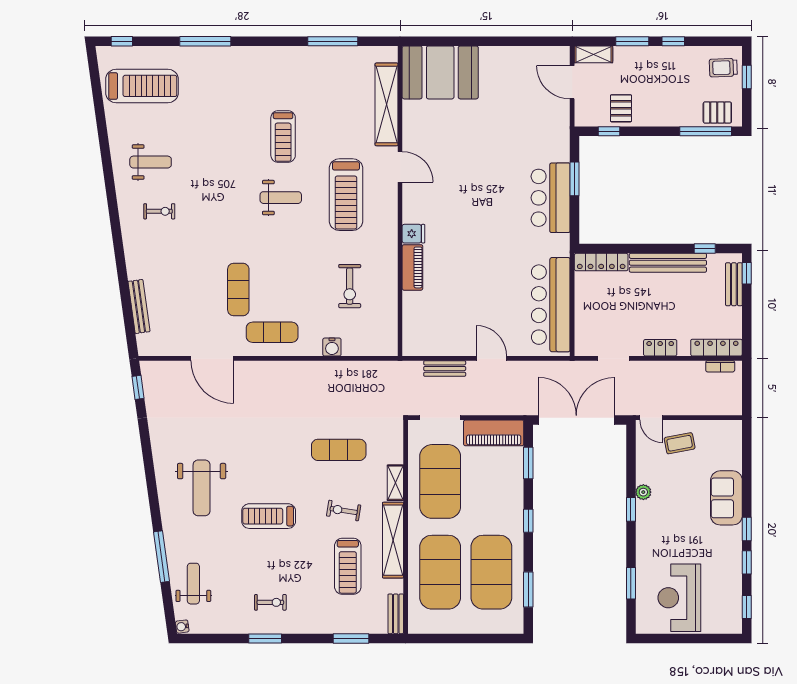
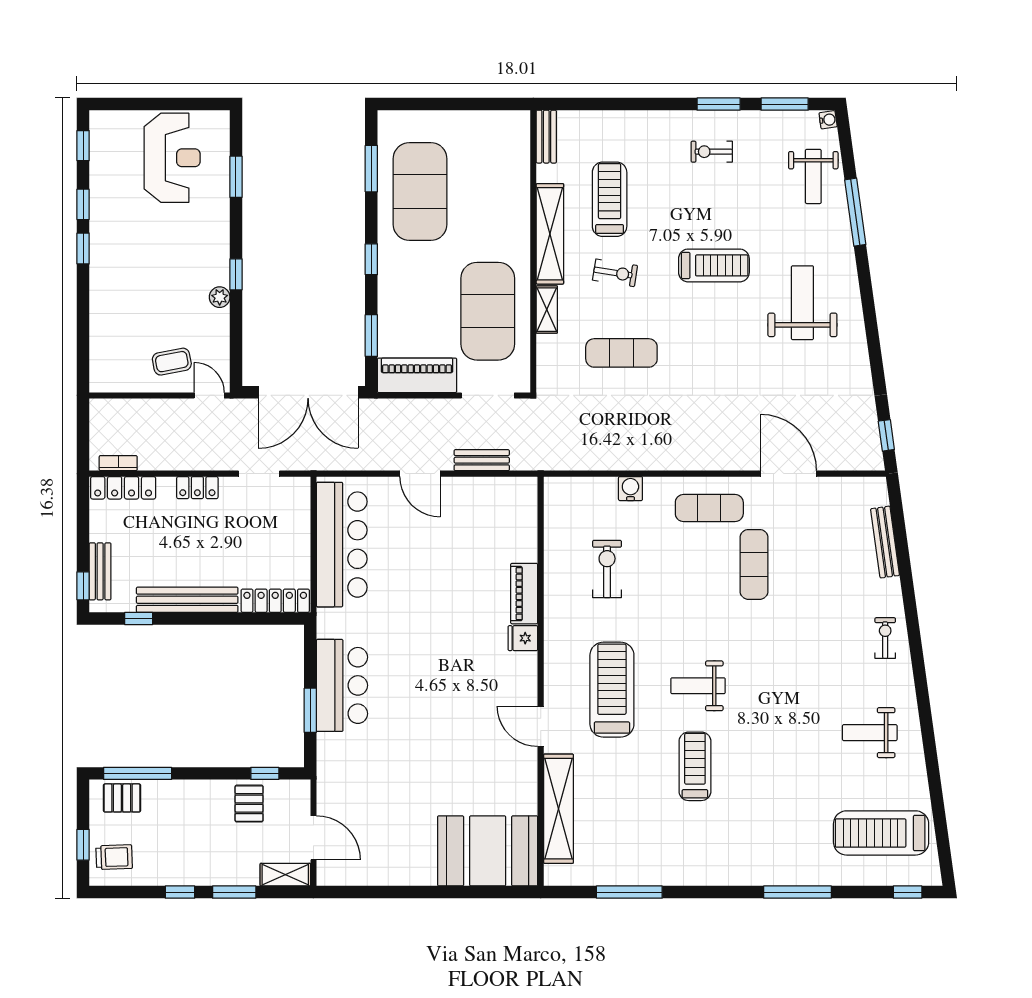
exercise bike: (159, 211) -> (885, 638), moved, turned 90
sofa: (726, 498) -> (110, 289), removed
exercise mat: (440, 572) -> (488, 192), removed
window: (351, 638) -> (785, 104), moved

